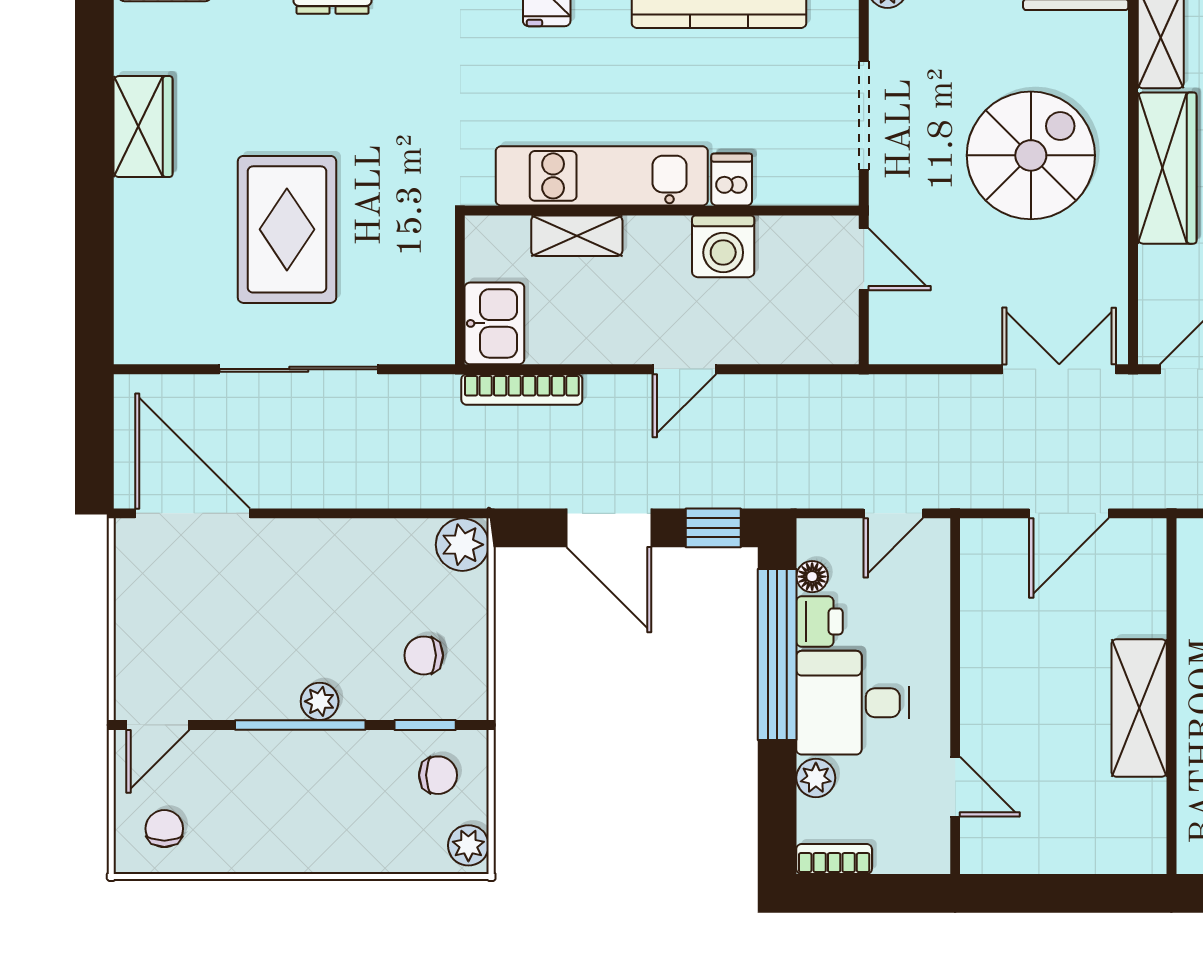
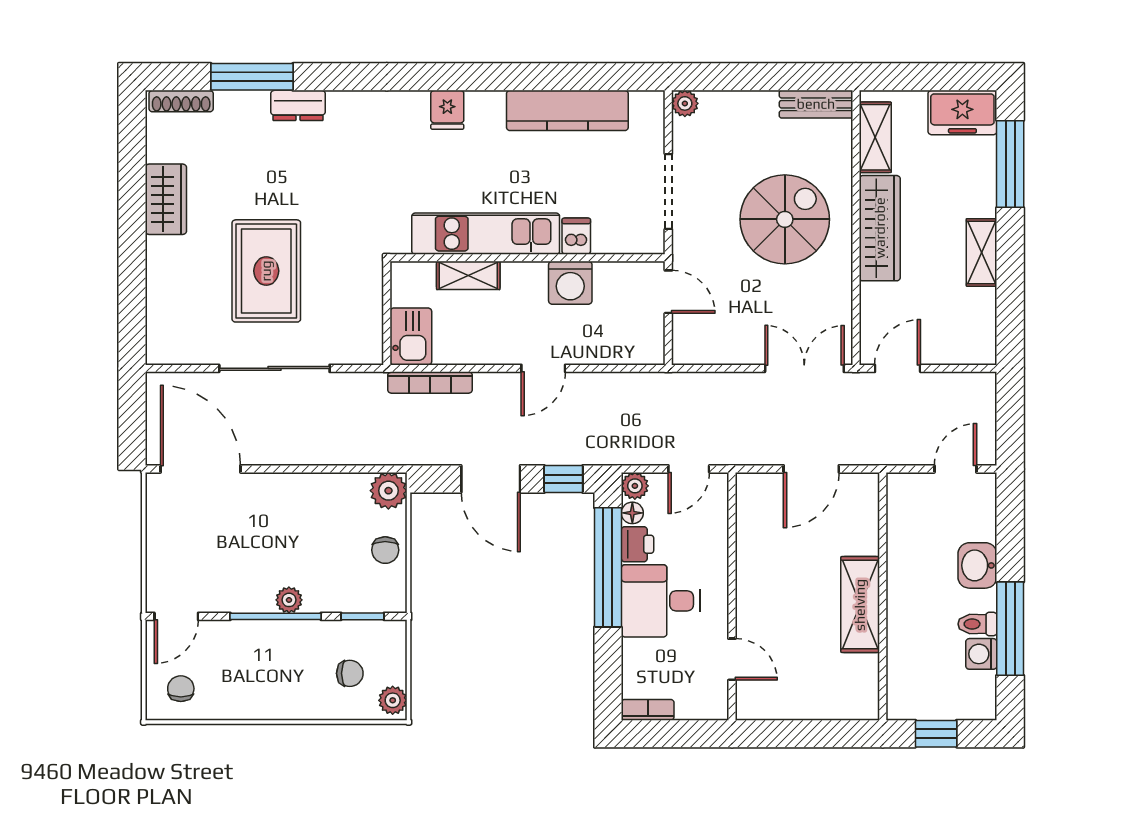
chair: (424, 655) -> (385, 550), moved, turned -90
chair: (438, 775) -> (350, 673), moved
plant: (816, 778) -> (635, 486), moved

